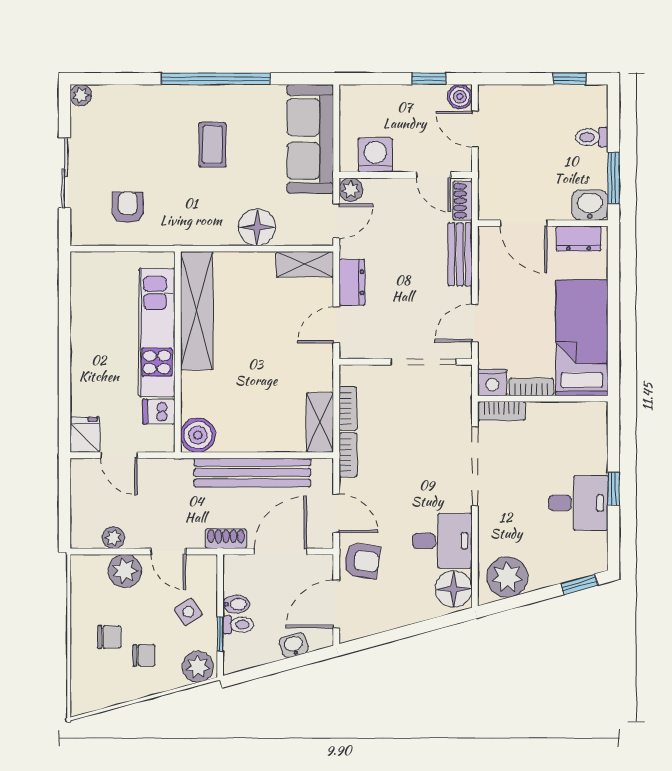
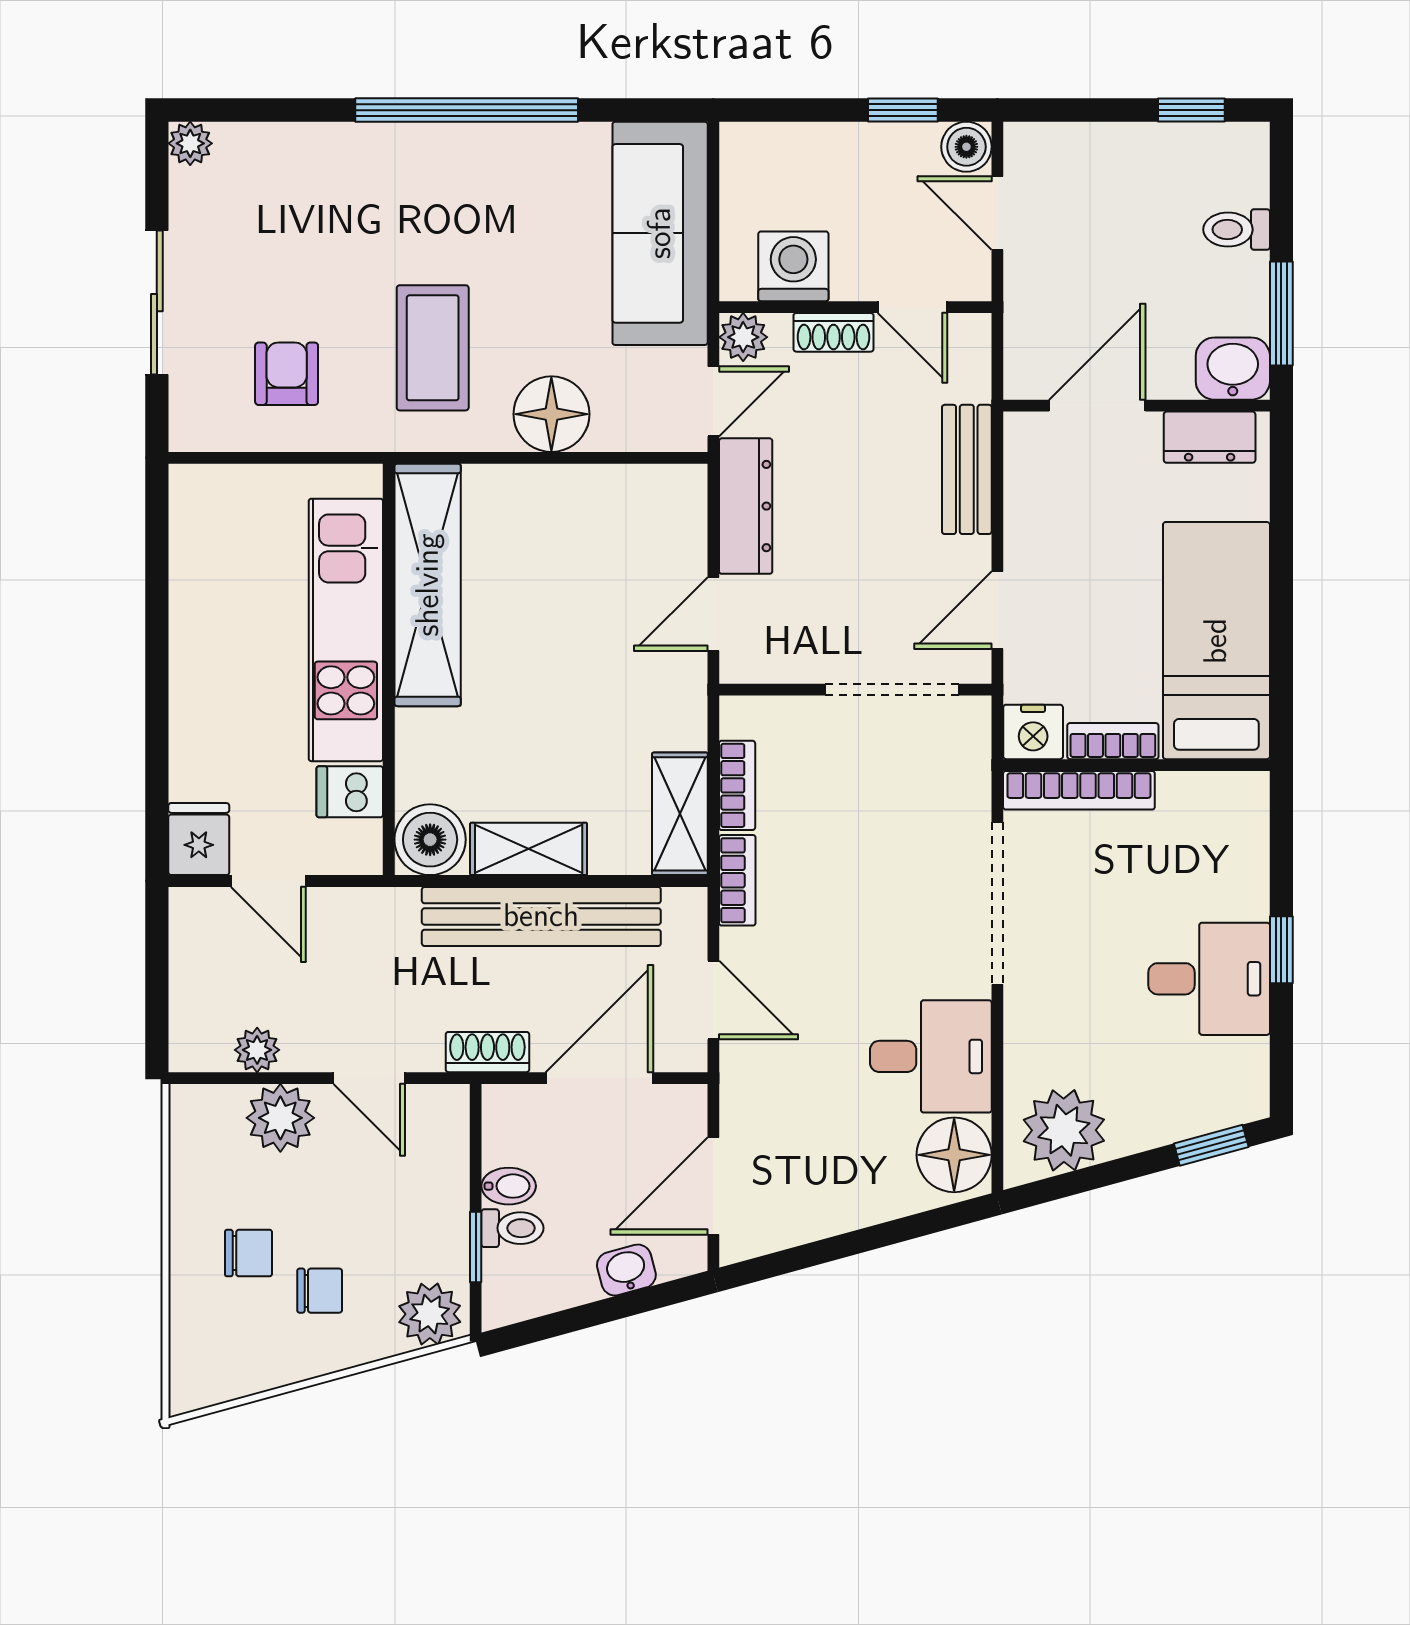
coffee table: (212, 145) -> (433, 348), moved, width x1.36, depth x1.30
shoe rack: (463, 201) -> (834, 332), moved, turned -90
door: (524, 223) -> (1097, 406), swing flipped
shelving: (305, 264) -> (529, 849), moved
dresser: (352, 282) -> (746, 506), width x1.44
bookcase: (501, 411) -> (1079, 790), width x1.56
armchair: (362, 561) -> (766, 1097), removed
side table: (188, 612) -> (410, 1202), removed

